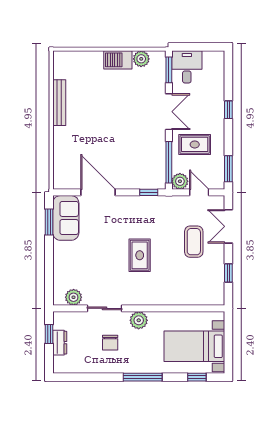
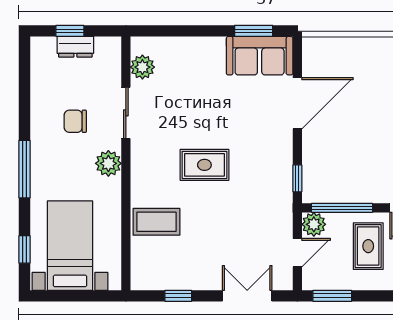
coffee table: (194, 242) -> (156, 222), moved
window: (49, 334) -> (70, 31), moved

